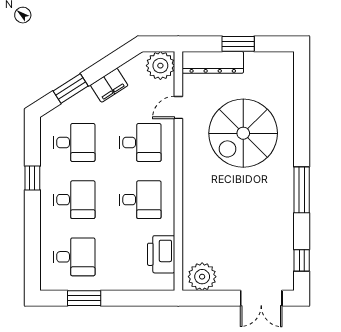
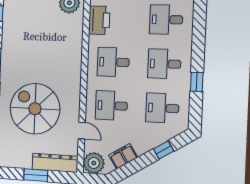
filing cabinet: (109, 85) -> (123, 156), moved
window: (71, 88) -> (163, 150), width x0.67
door: (178, 107) -> (82, 131), hinge flipped
spiral stairs: (243, 133) -> (35, 109), turned -90

